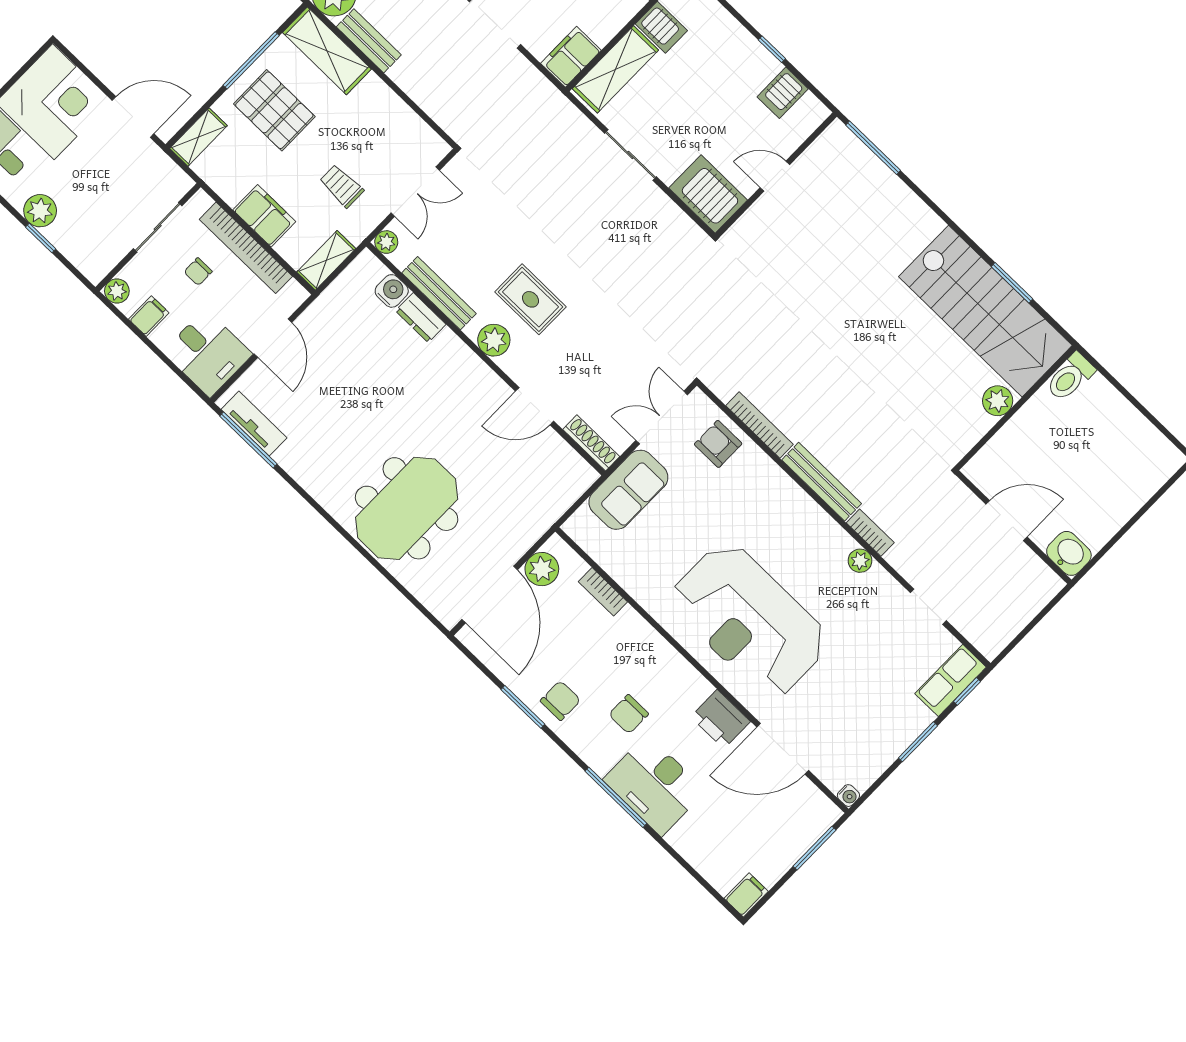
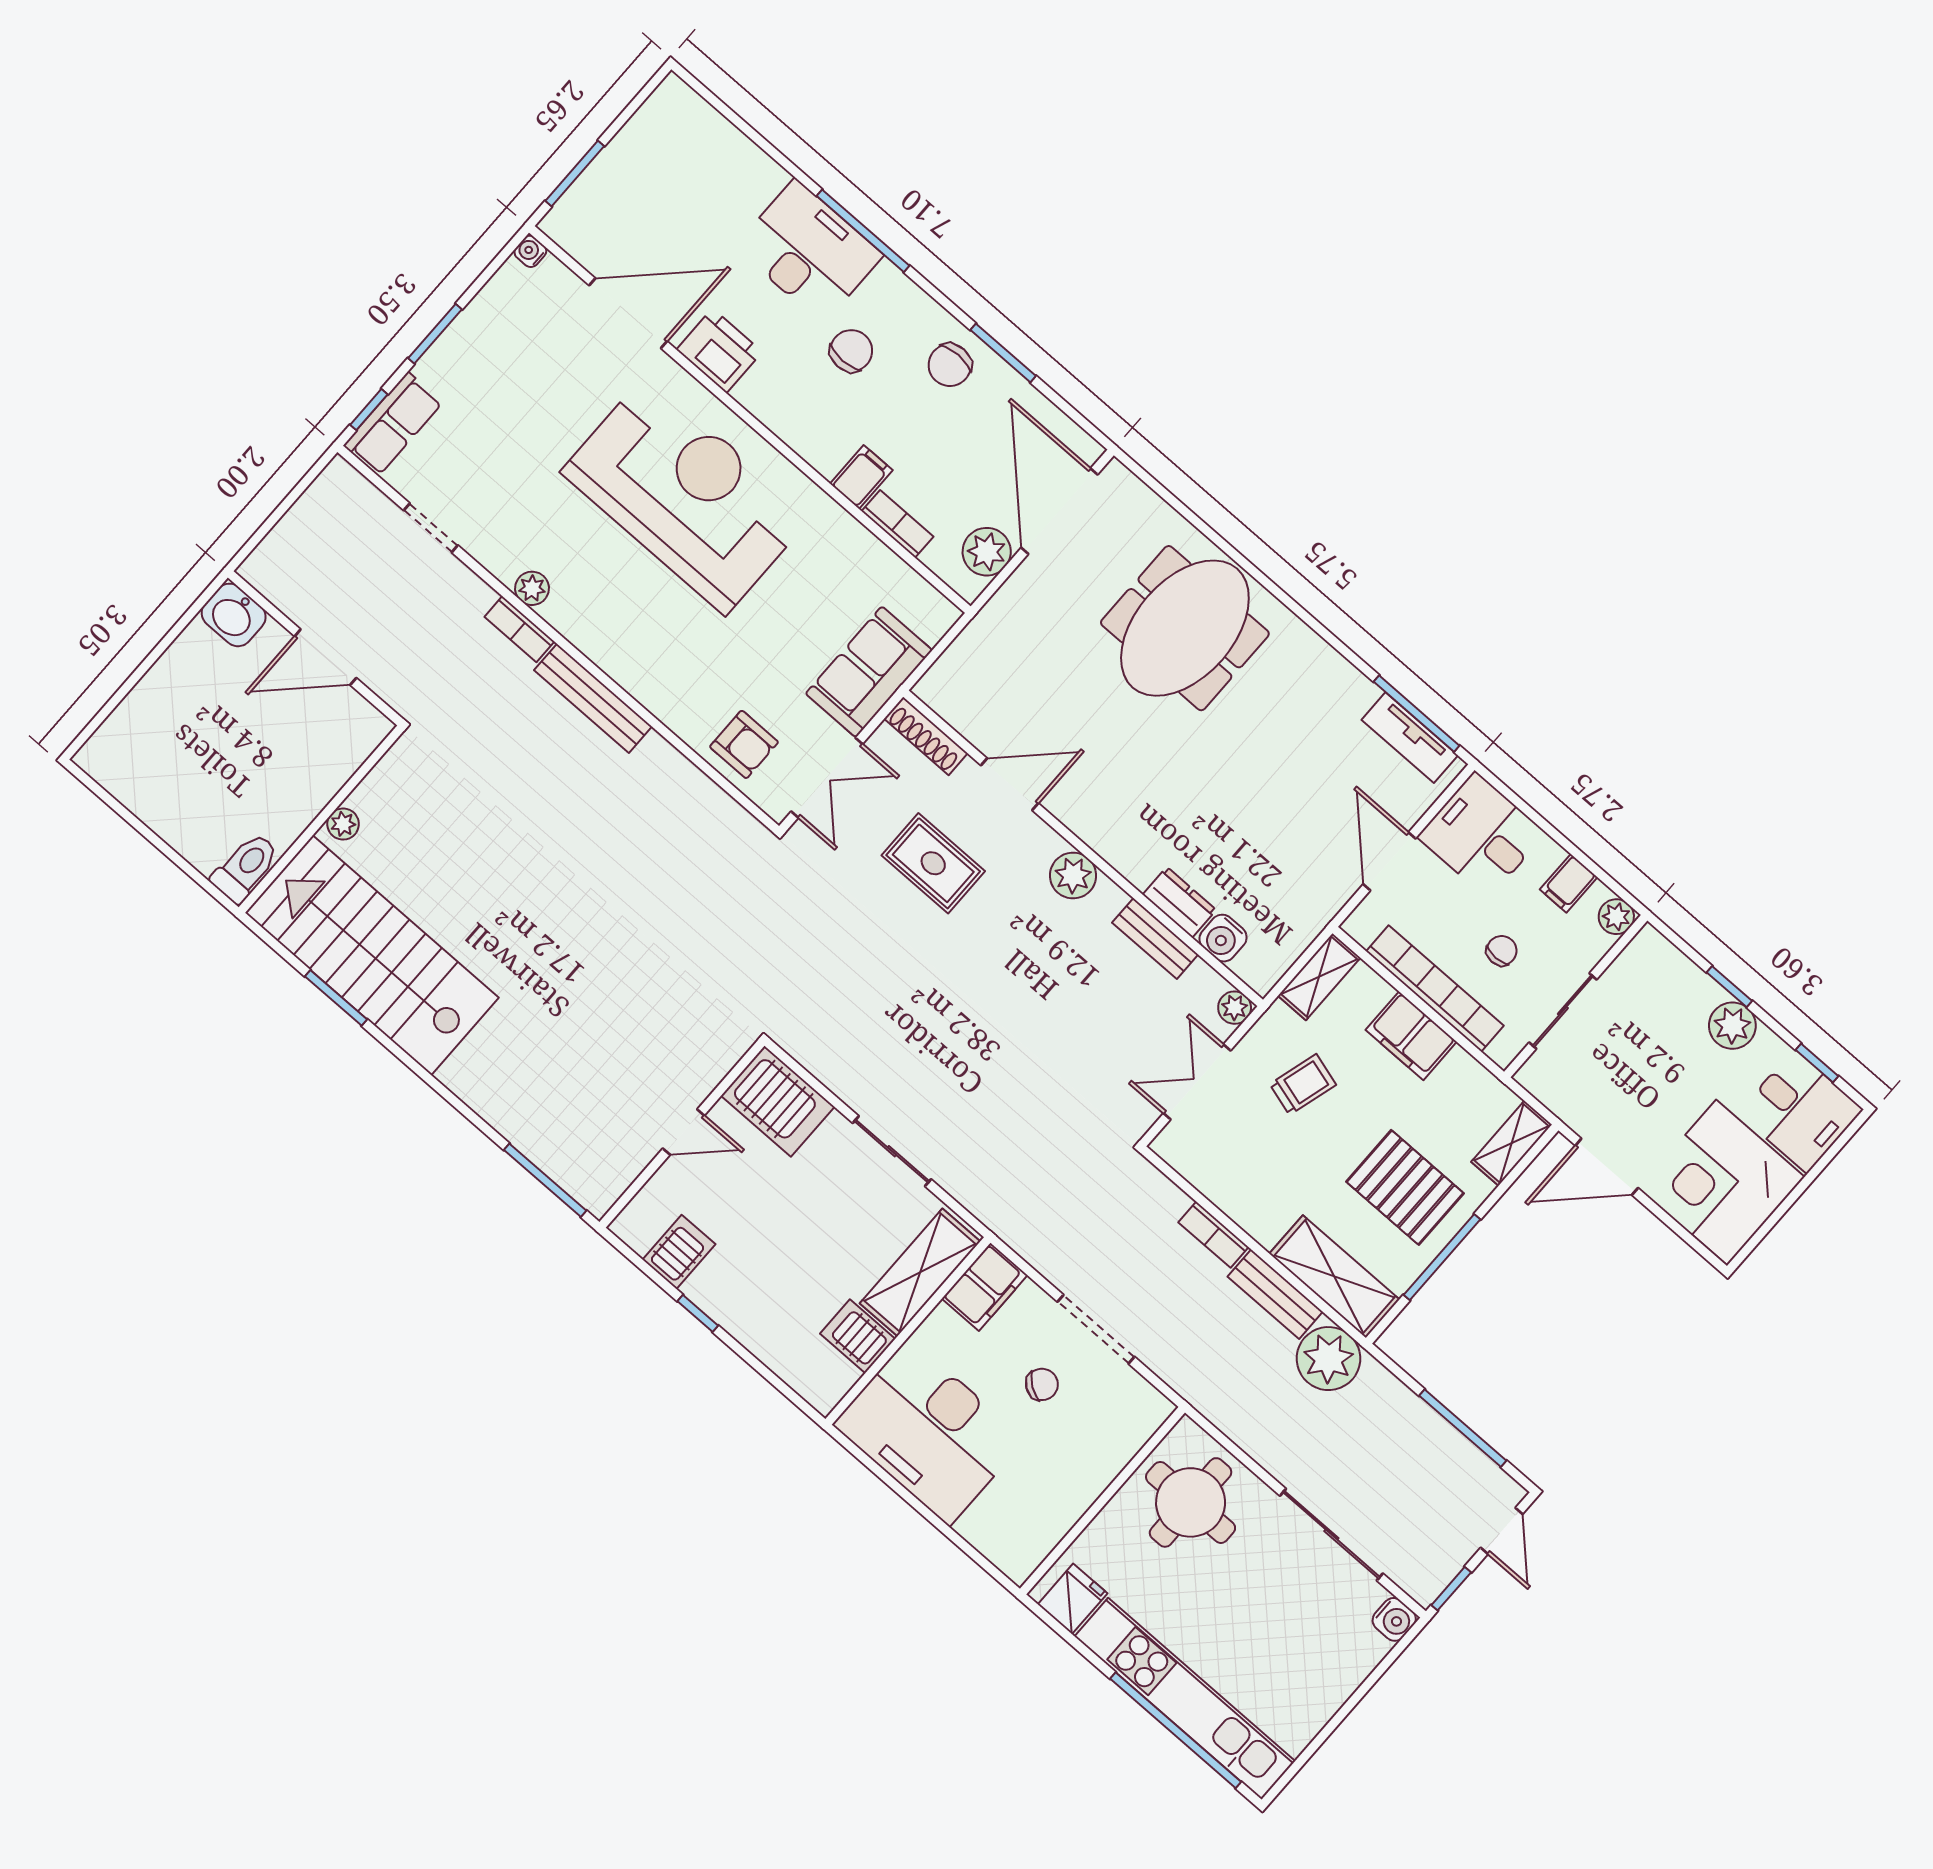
trolley: (342, 186) -> (1303, 1084), turned -74
bench: (439, 293) -> (1155, 939), width x0.73
rug: (530, 299) -> (933, 863), moved
plant: (998, 401) -> (343, 824), width x0.73, depth x0.73
bookcase: (759, 425) -> (1213, 1235), moved, width x0.64
filing cabinet: (746, 895) -> (861, 477), moved, turned 180

